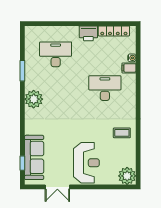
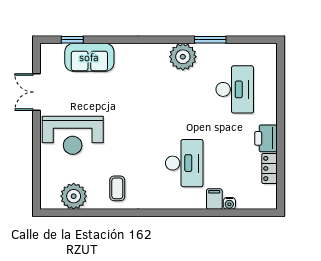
locker: (114, 31) -> (270, 168), width x0.66
plant: (34, 99) -> (183, 57), moved
sofa: (34, 157) -> (89, 57), width x0.73
plant: (127, 176) -> (74, 196), moved

